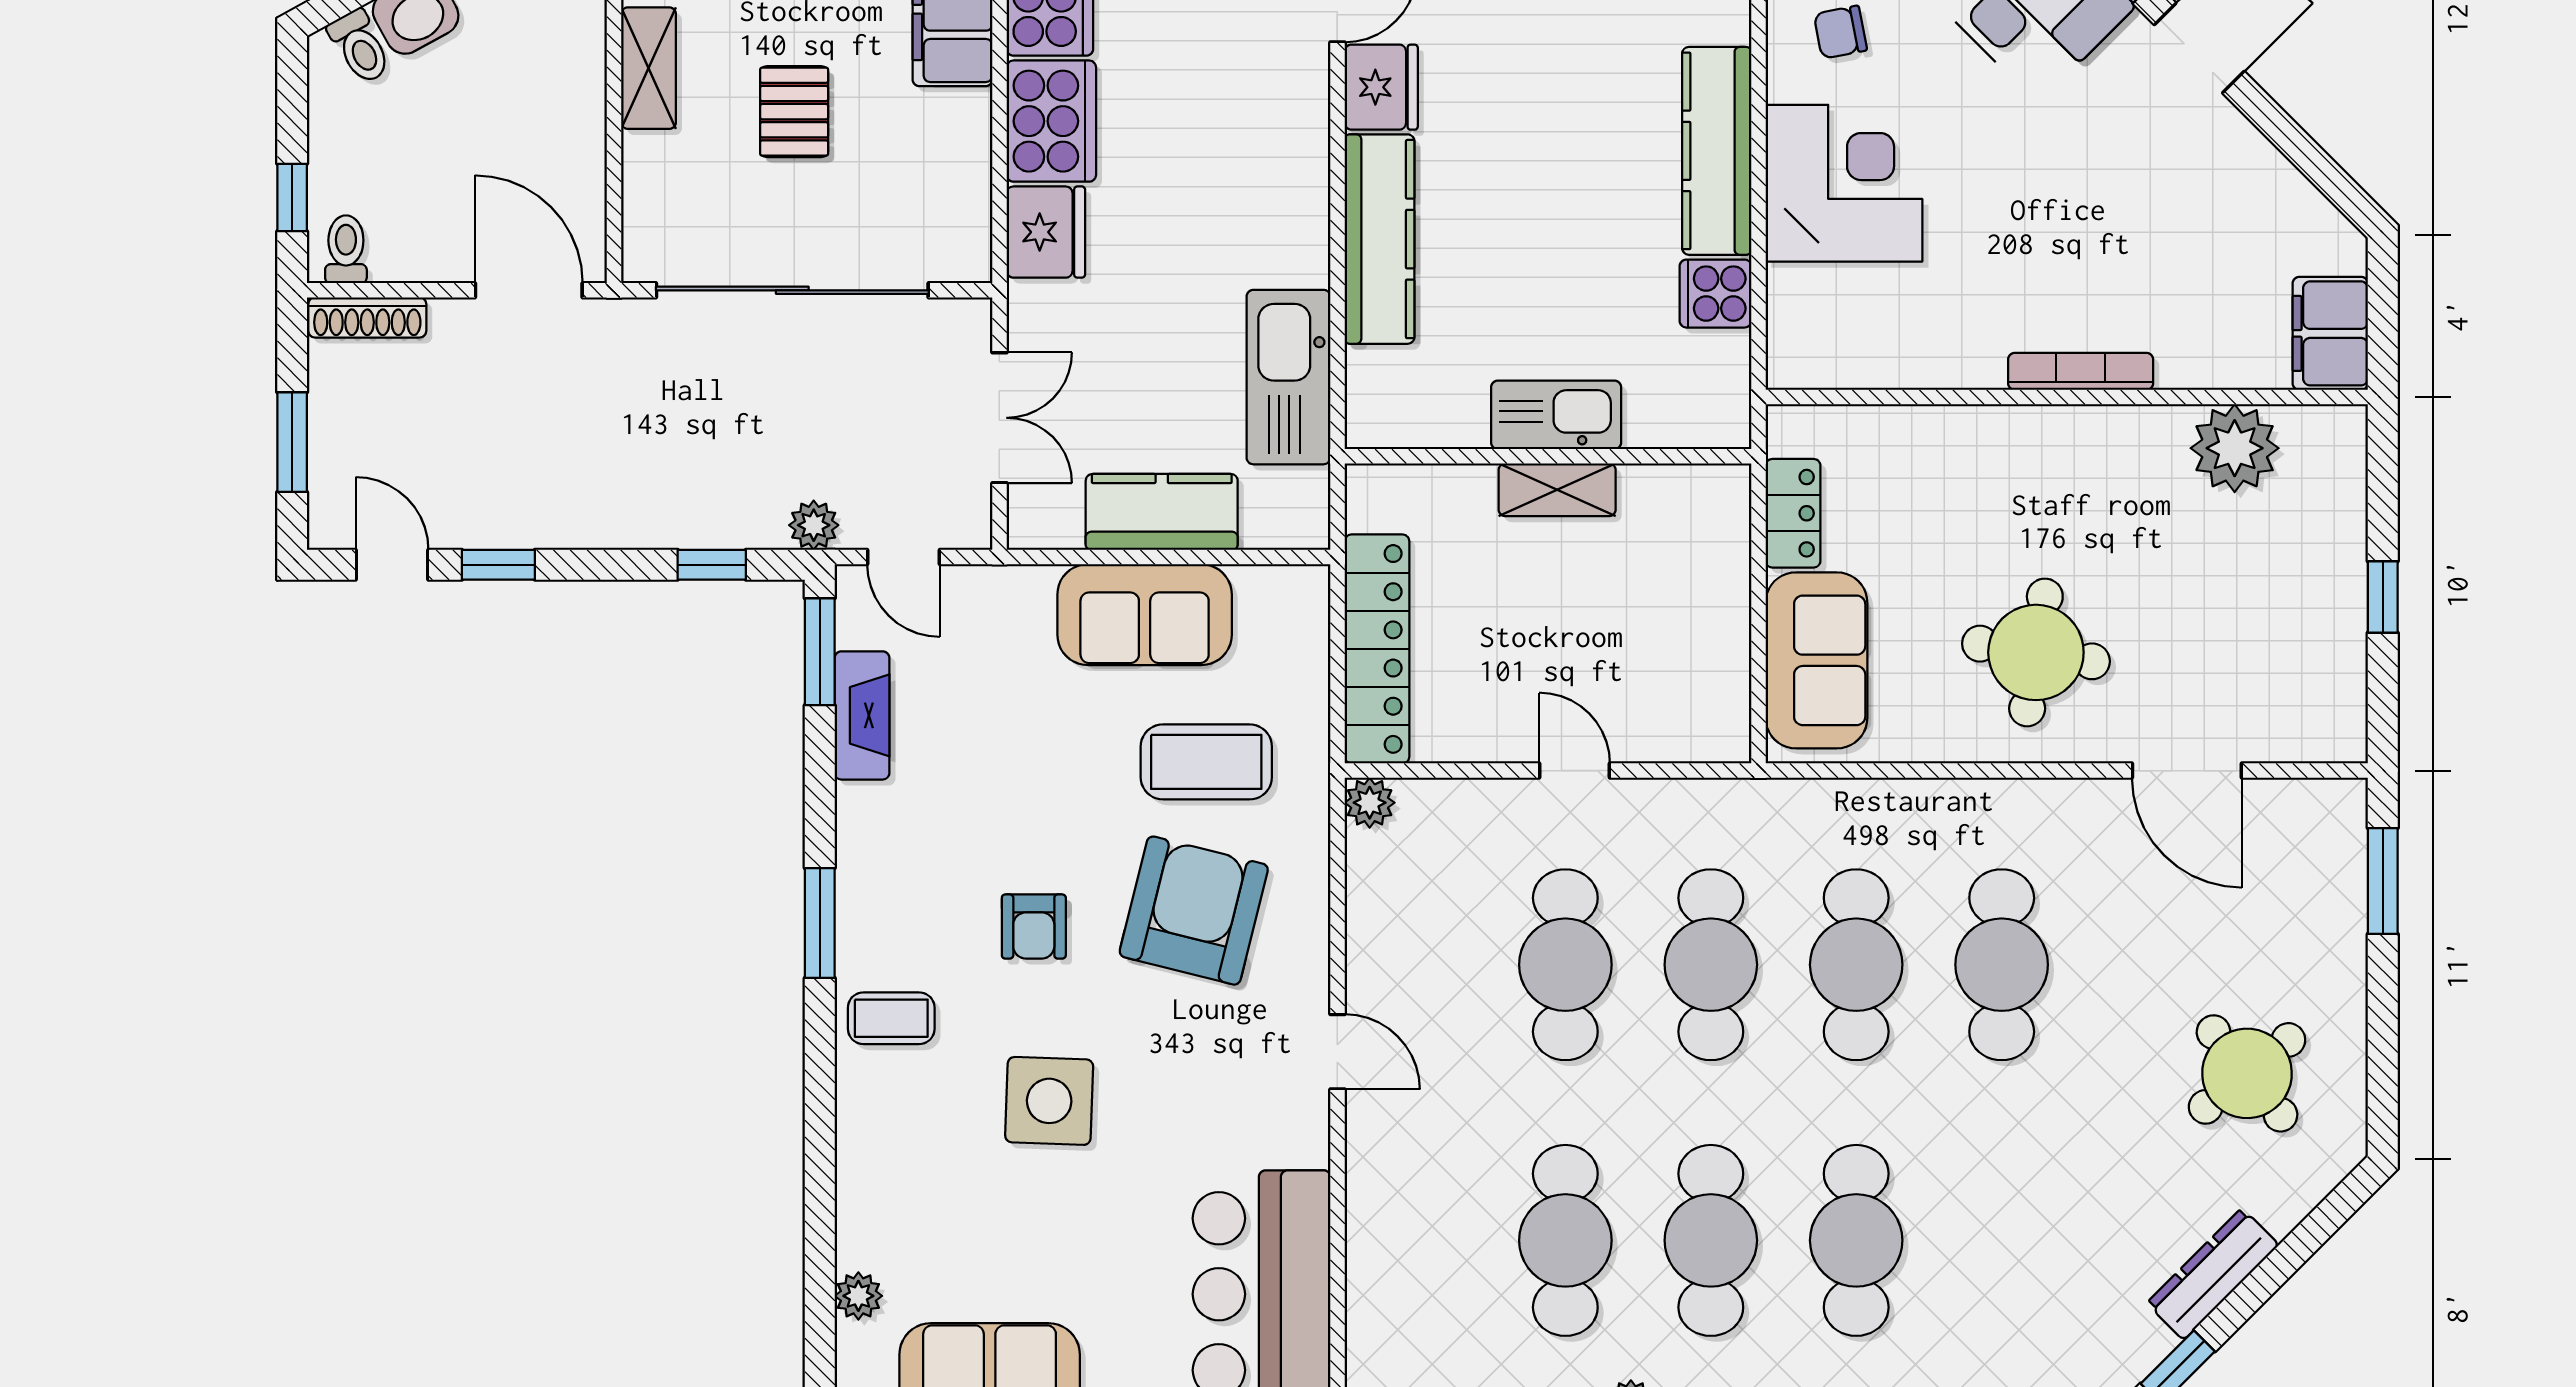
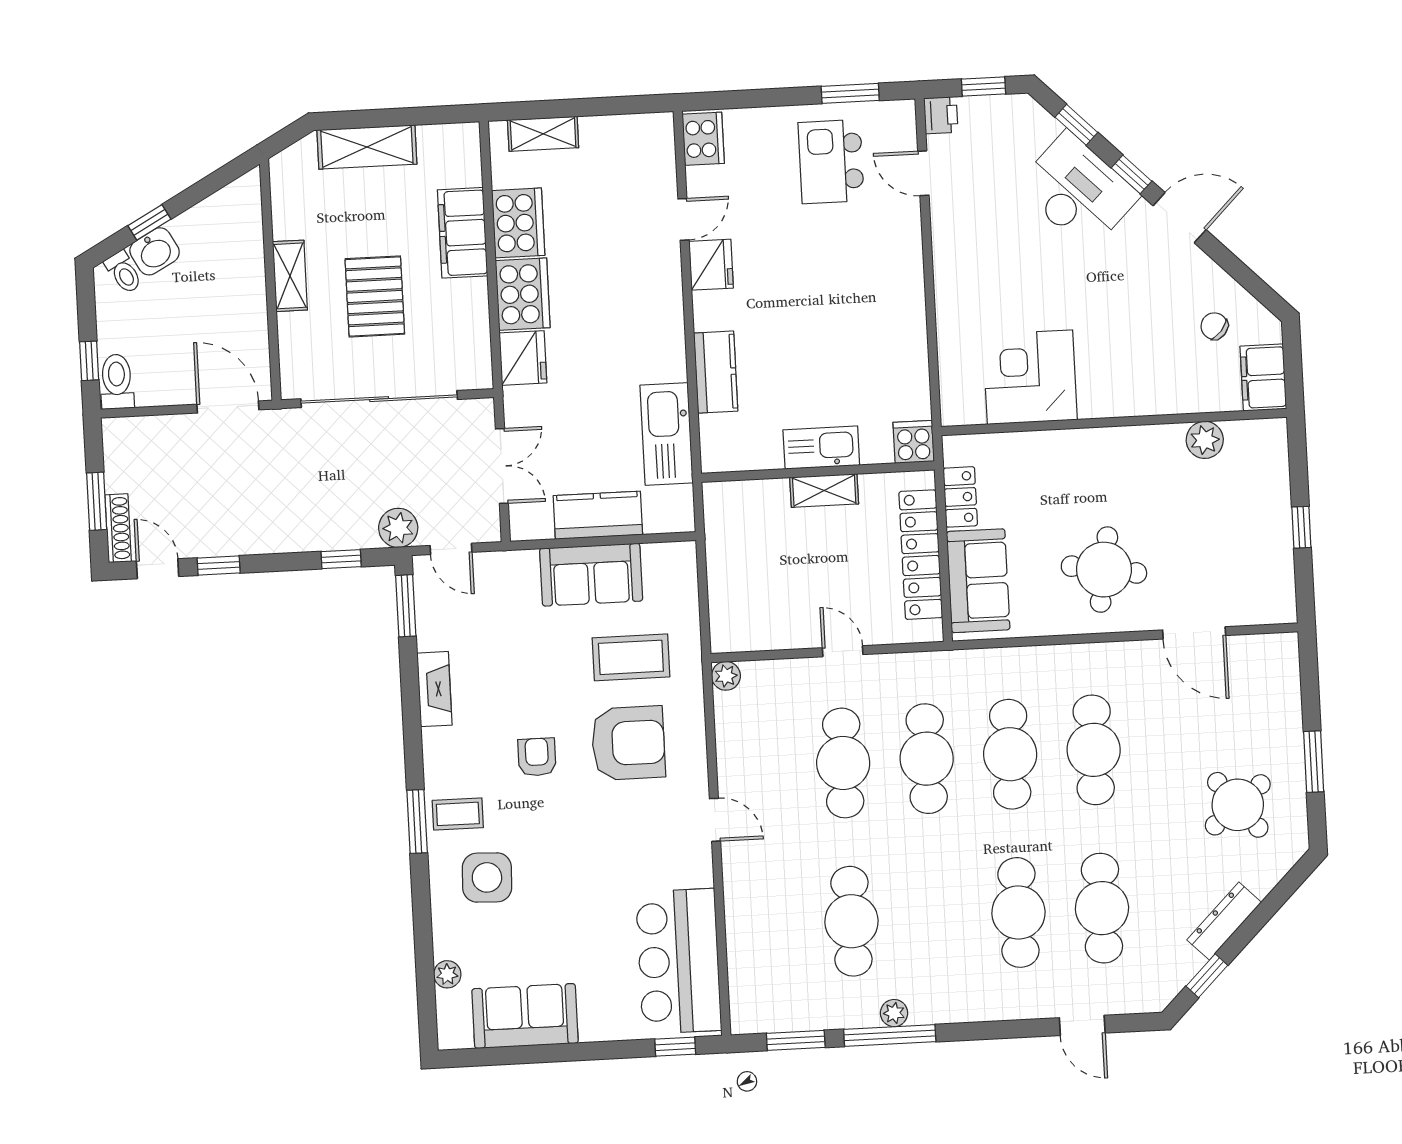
chair: (1840, 32) -> (1214, 326), moved, turned 51
pallet: (794, 112) -> (375, 296), width x1.50, depth x1.42
kitchen counter: (1717, 151) -> (906, 291), removed
corner desk: (1844, 183) -> (1030, 377), moved, turned -90
kitchen counter: (1379, 239) -> (716, 372), width x0.67
toilet: (346, 249) -> (117, 382), width x1.37, depth x1.39
cooker: (1715, 294) -> (914, 442), moved, turned 90
shoe rack: (367, 317) -> (118, 528), moved, turned -90
bookcase: (2081, 371) -> (1121, 407), removed
plant: (2235, 448) -> (1205, 440), width x0.73, depth x0.73
plant: (814, 525) -> (398, 528), width x1.38, depth x1.38
locker: (1377, 649) -> (921, 555), moved, turned 180
fireplace: (862, 715) -> (434, 689), moved
window: (2383, 881) -> (1314, 762), moved
armchair: (1194, 911) -> (628, 743), turned 76
window: (820, 923) -> (417, 821), moved
armchair: (1034, 927) -> (537, 757), turned 180
side table: (1049, 1101) -> (487, 877), moved
cafe table: (1711, 1240) -> (1102, 908), moved

